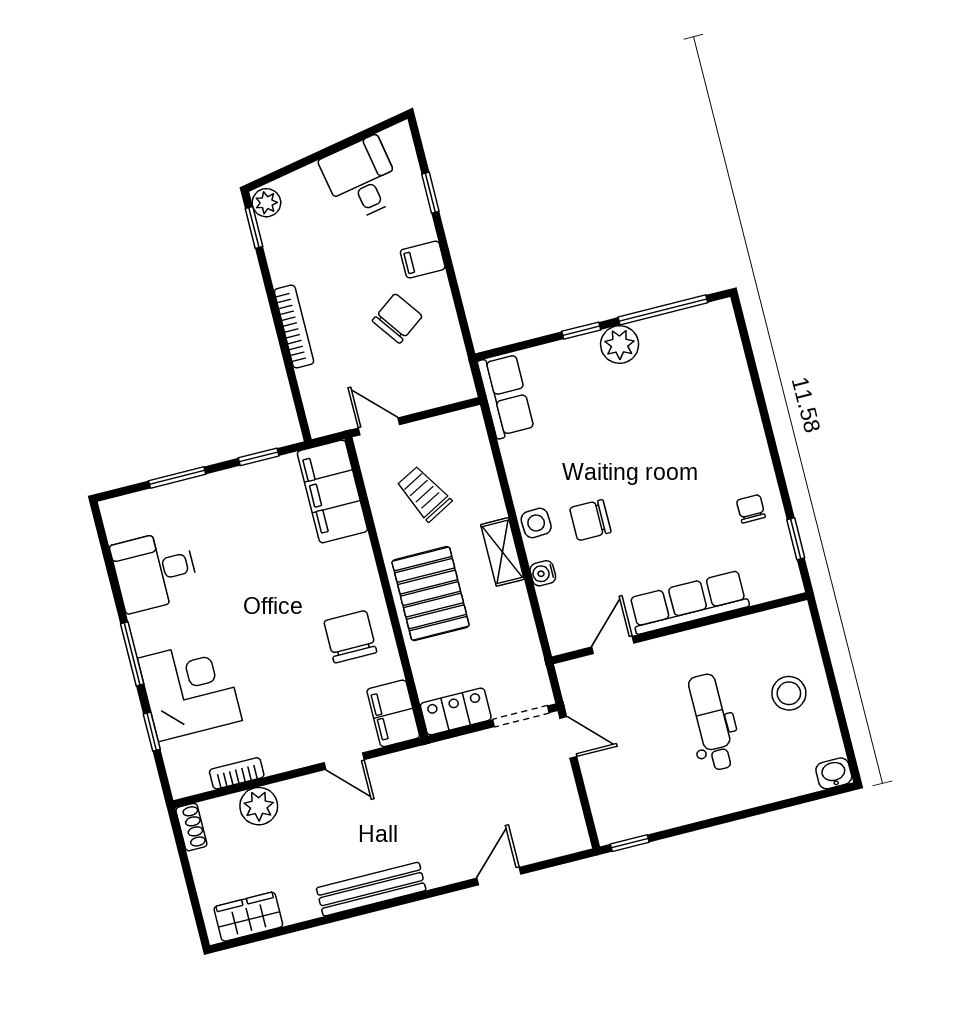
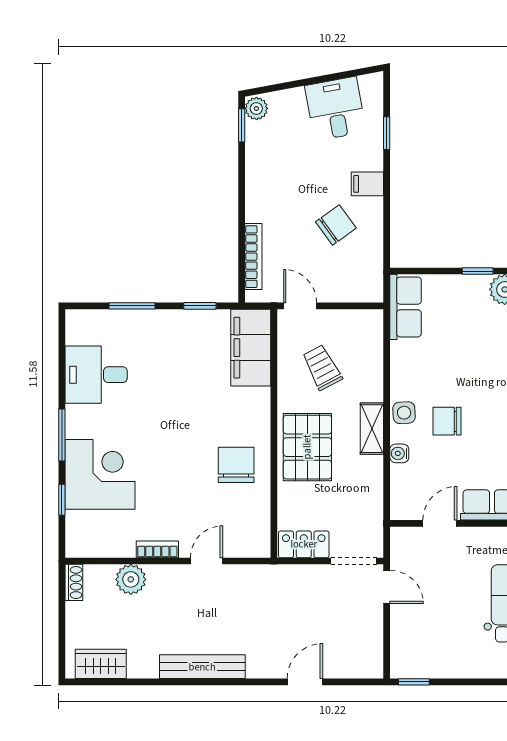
bookcase: (294, 327) -> (253, 257), moved
filing cabinet: (393, 713) -> (254, 533), removed
door: (344, 761) -> (207, 561), swing flipped
bookcase: (237, 773) -> (157, 549), moved

